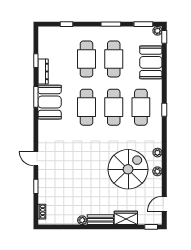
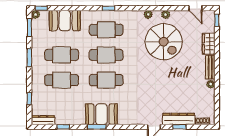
dresser: (43, 71) -> (43, 120), moved
spiral stairs: (128, 169) -> (164, 42), turned 180
dresser: (44, 186) -> (179, 119), added

